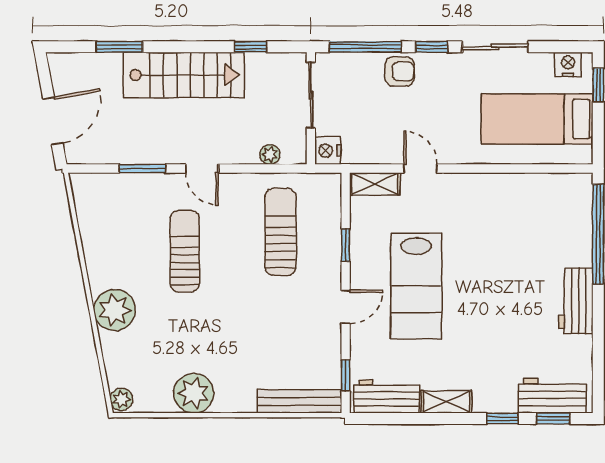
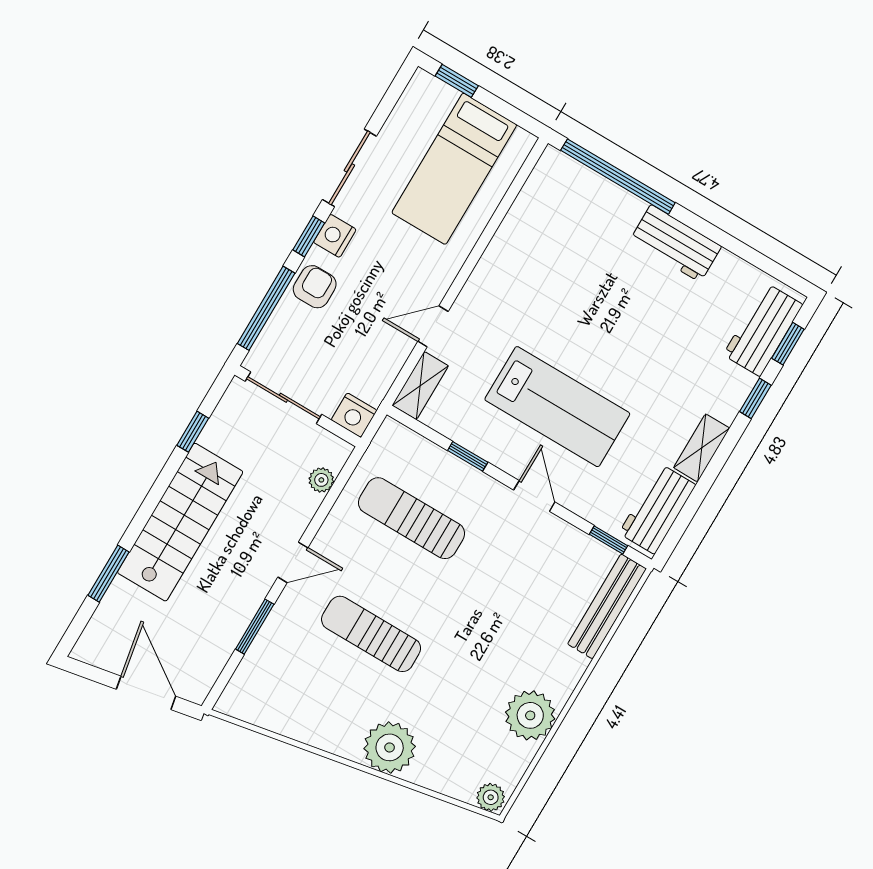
nightstand: (568, 64) -> (335, 236), moved

